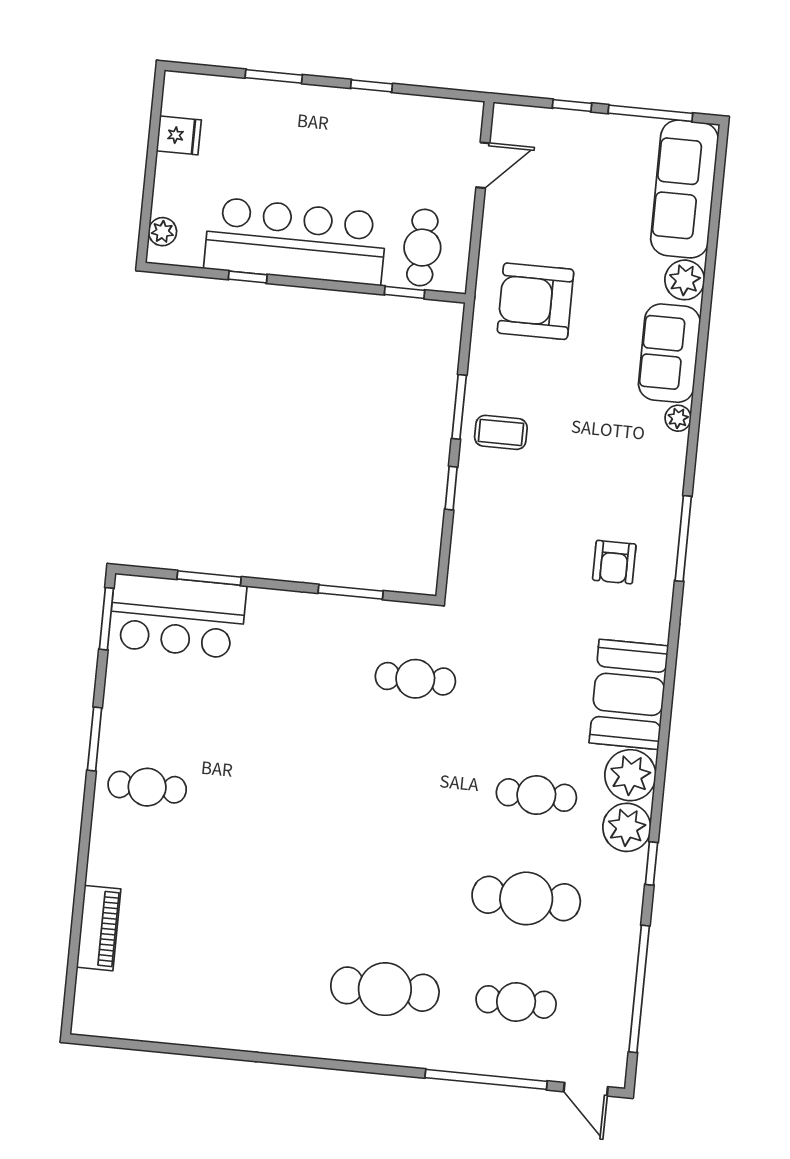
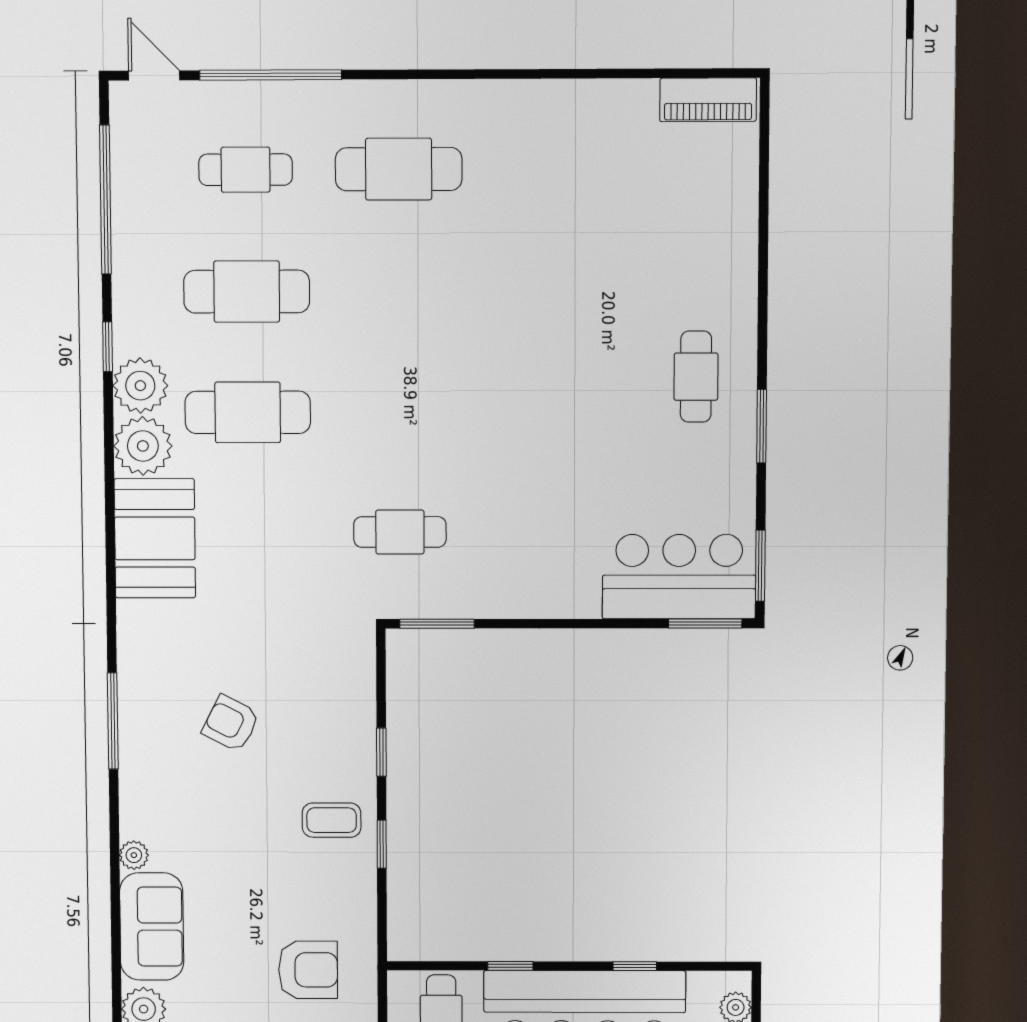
window: (405, 292) -> (510, 966), moved
armchair: (536, 301) -> (308, 970), width x0.73, depth x0.73
window: (459, 407) -> (382, 844), width x0.67
armchair: (614, 562) -> (231, 723), moved, turned -63
window: (209, 578) -> (705, 624), moved
window: (351, 592) -> (437, 624), moved
cafe table: (147, 787) -> (696, 377), turned 90
cafe table: (536, 795) -> (248, 412), width x1.37, depth x1.35
piano: (99, 928) -> (708, 100), moved, turned -90

